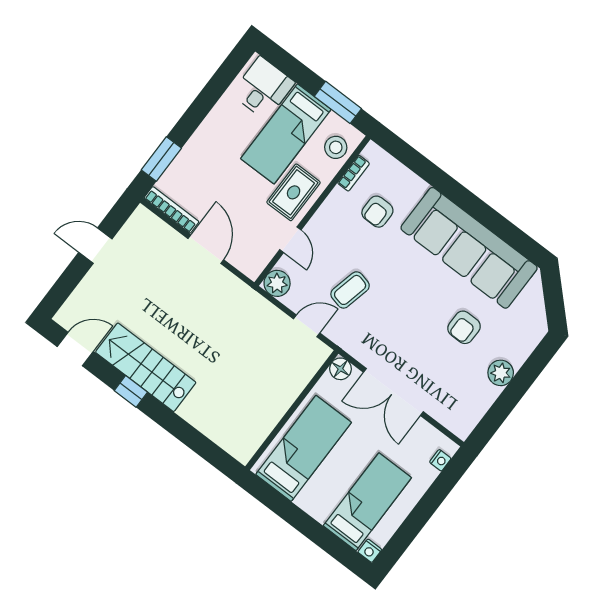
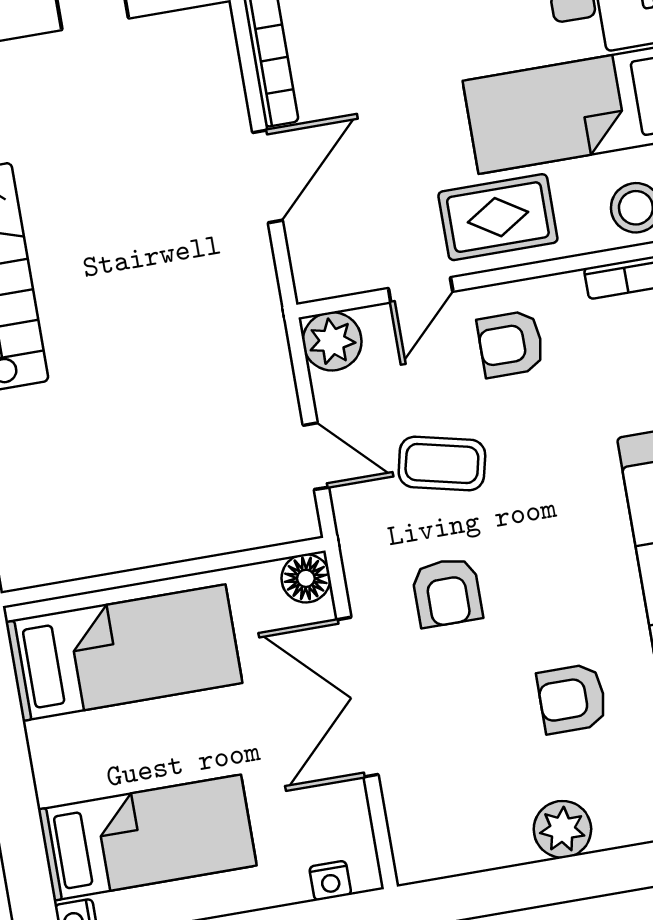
armchair: (377, 212) -> (511, 344), moved
armchair: (391, 330) -> (447, 592), added

